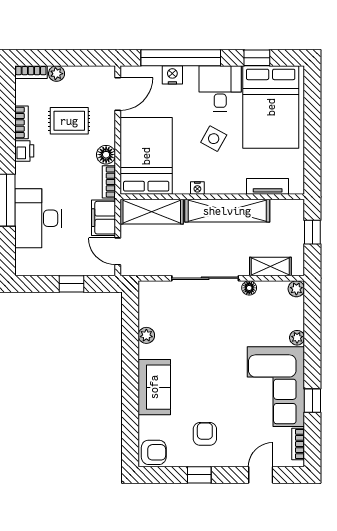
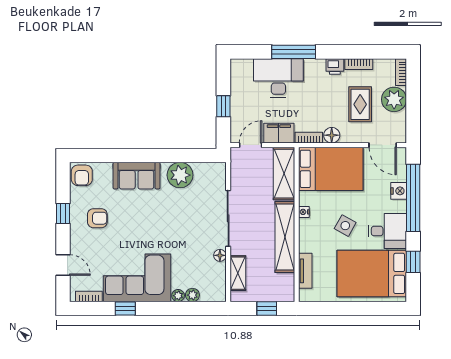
plant: (57, 74) -> (394, 99), width x1.88, depth x1.88
plant: (296, 289) -> (192, 295), moved
plant: (146, 335) -> (180, 175), width x1.87, depth x1.87

